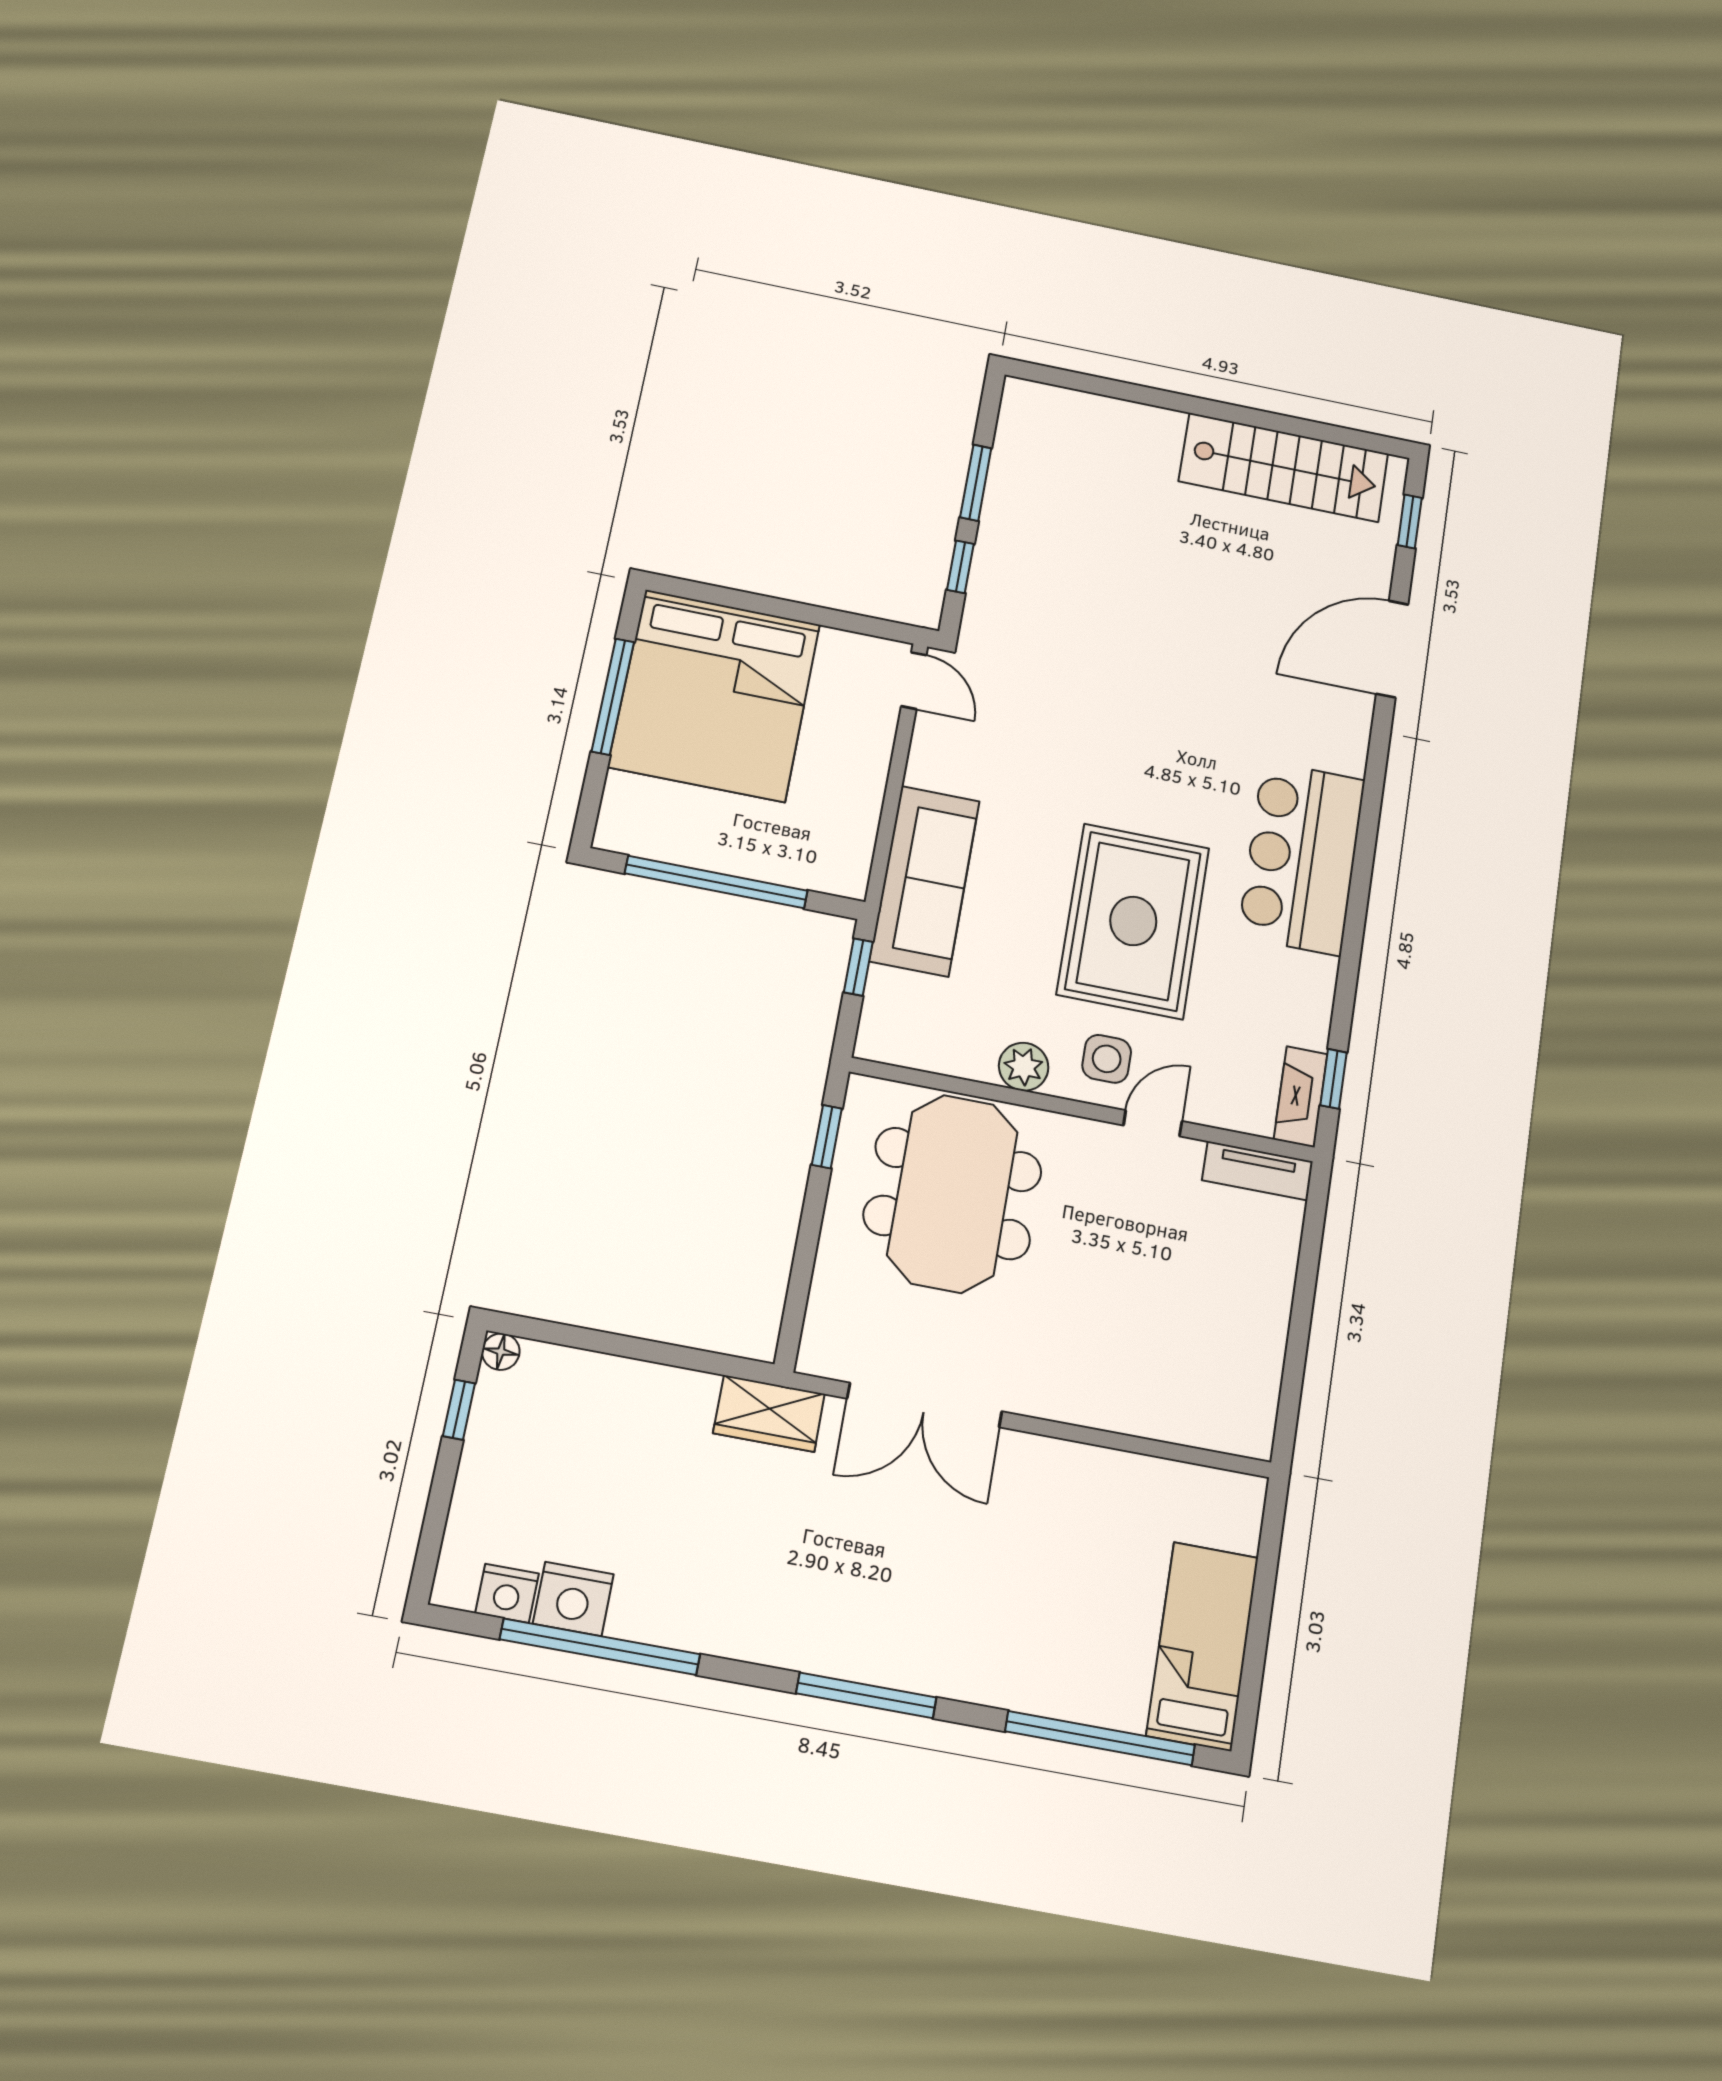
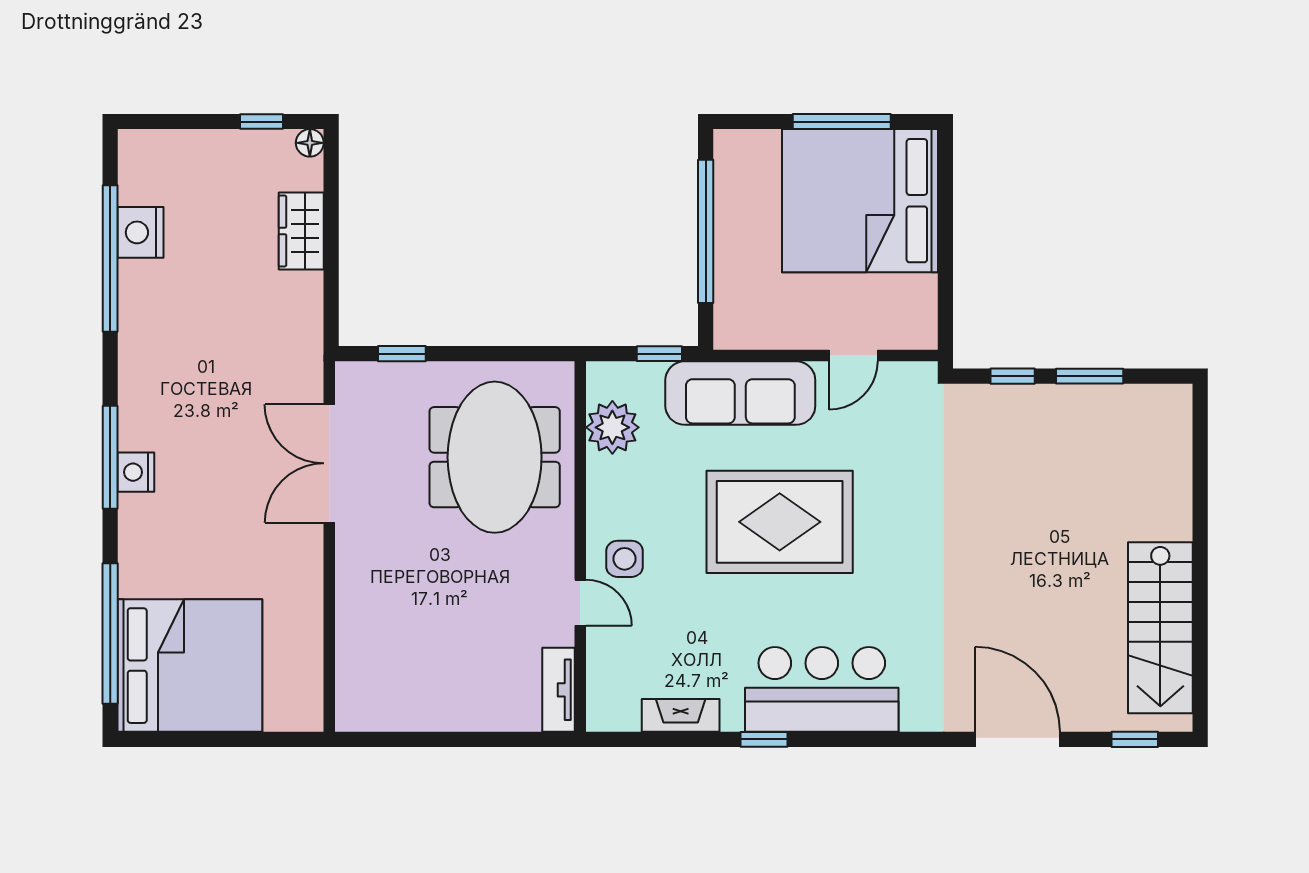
door: (914, 681) -> (853, 356), moved
rug: (1133, 921) -> (780, 522), moved
plant: (1024, 1067) -> (612, 427), moved, width x1.36, depth x1.36
window: (1333, 1079) -> (764, 739), moved
fireplace: (1301, 1097) -> (681, 715), moved
window: (827, 1137) -> (402, 354), moved
meeting table: (953, 1193) -> (495, 457), turned 90
wardrobe: (769, 1413) -> (301, 231), moved
nightstand: (507, 1593) -> (136, 472), moved
bed: (1203, 1646) -> (190, 666), width x2.04

